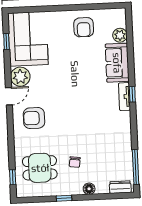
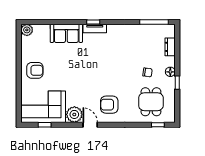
armchair: (84, 27) -> (35, 70), moved
plant: (120, 35) -> (27, 30), moved
armchair: (34, 118) -> (109, 105), turned 90
dresser: (120, 187) -> (170, 47), moved
floor lamp: (89, 189) -> (170, 72), moved

